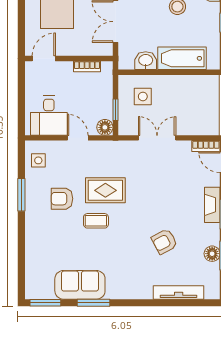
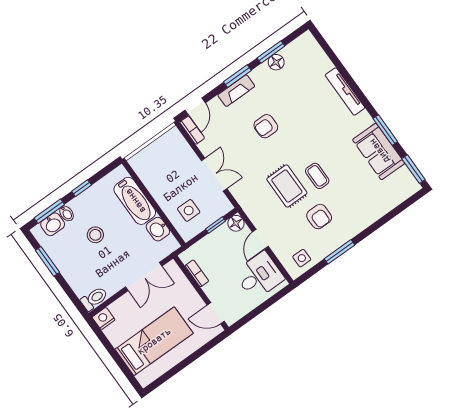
double door: (157, 138) -> (214, 175), swing flipped
armchair: (164, 242) -> (266, 126), moved, turned 118
tv unit: (179, 292) -> (345, 91), moved

